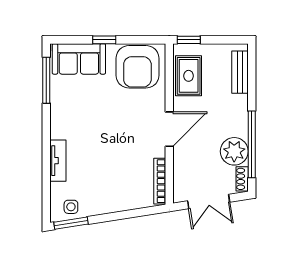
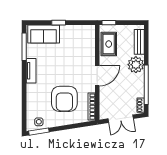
armchair: (137, 67) -> (64, 99), moved
plant: (234, 151) -> (136, 65), moved
tv unit: (58, 161) -> (31, 71), moved

